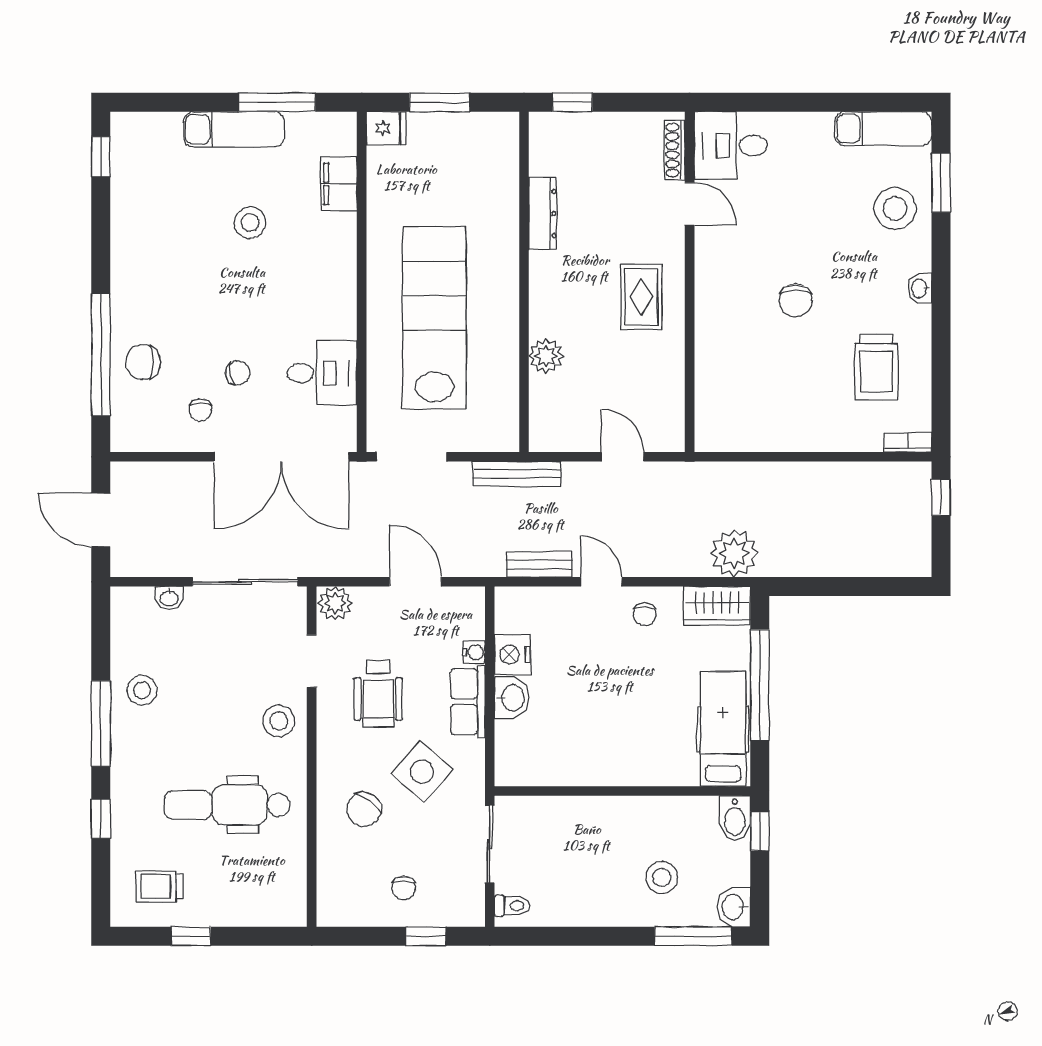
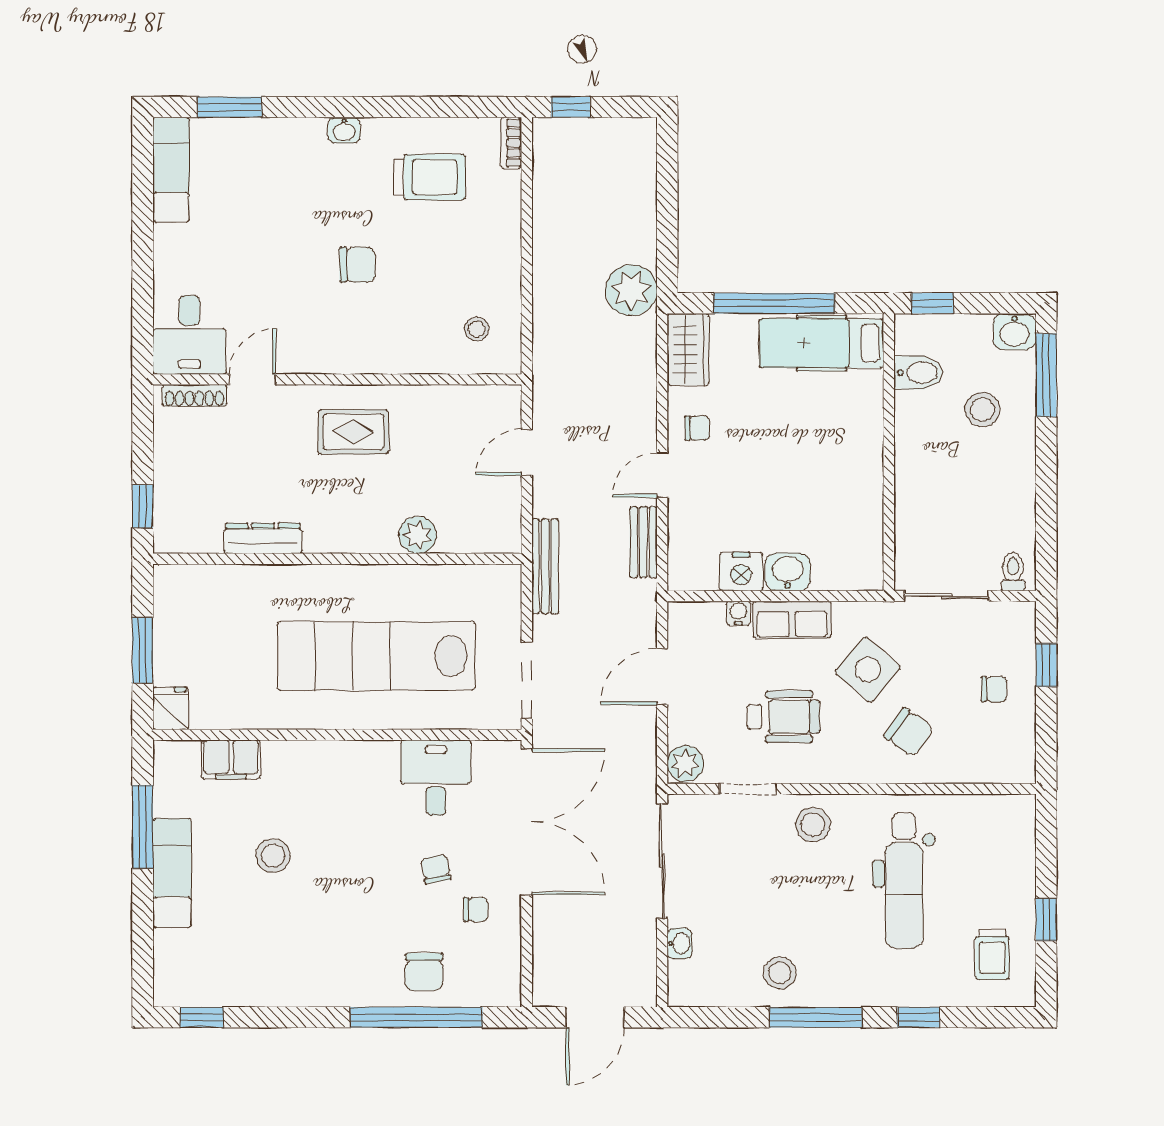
stool: (895, 208) -> (477, 329), moved, width x0.53, depth x0.53
plant: (734, 553) -> (631, 290), moved
bidet: (735, 818) -> (918, 373), moved

